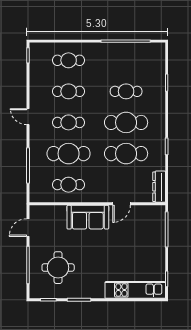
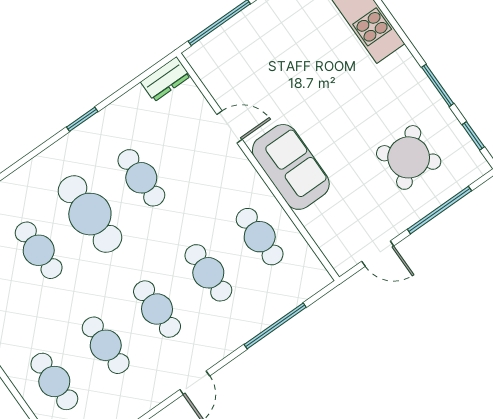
cafe table: (69, 154) -> (208, 273), width x0.73, depth x0.74
cafe table: (126, 154) -> (141, 178), width x0.73, depth x0.74
dresser: (159, 187) -> (165, 79), width x0.70
round table: (58, 268) -> (409, 157), turned 45

